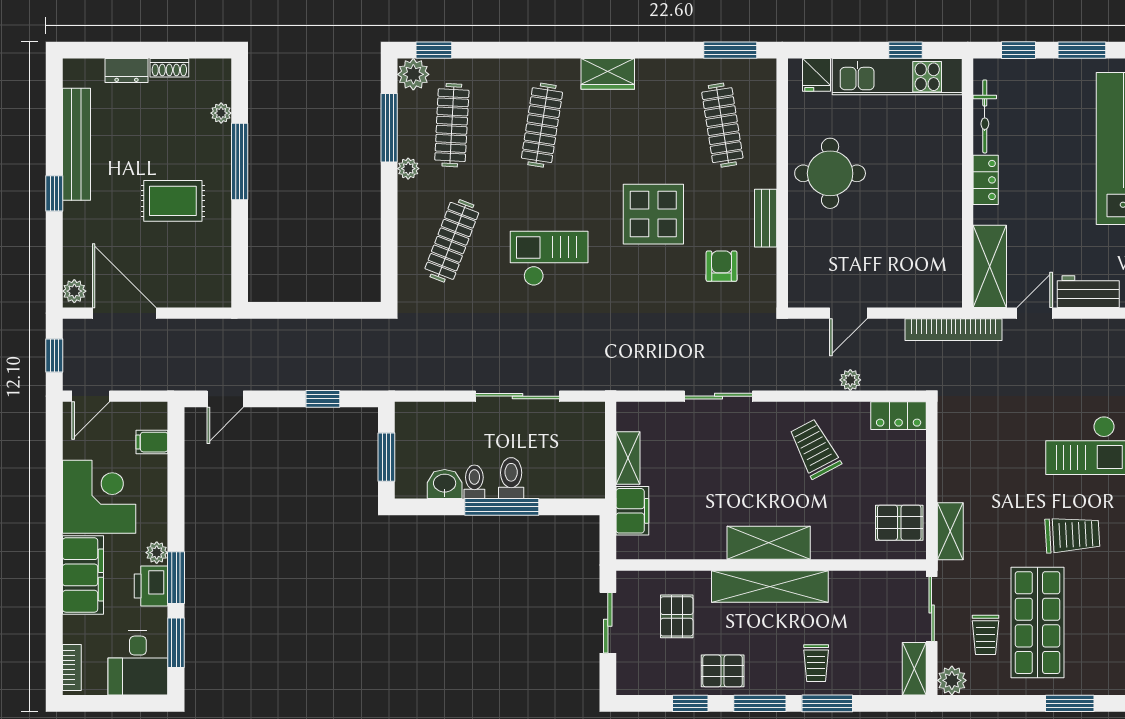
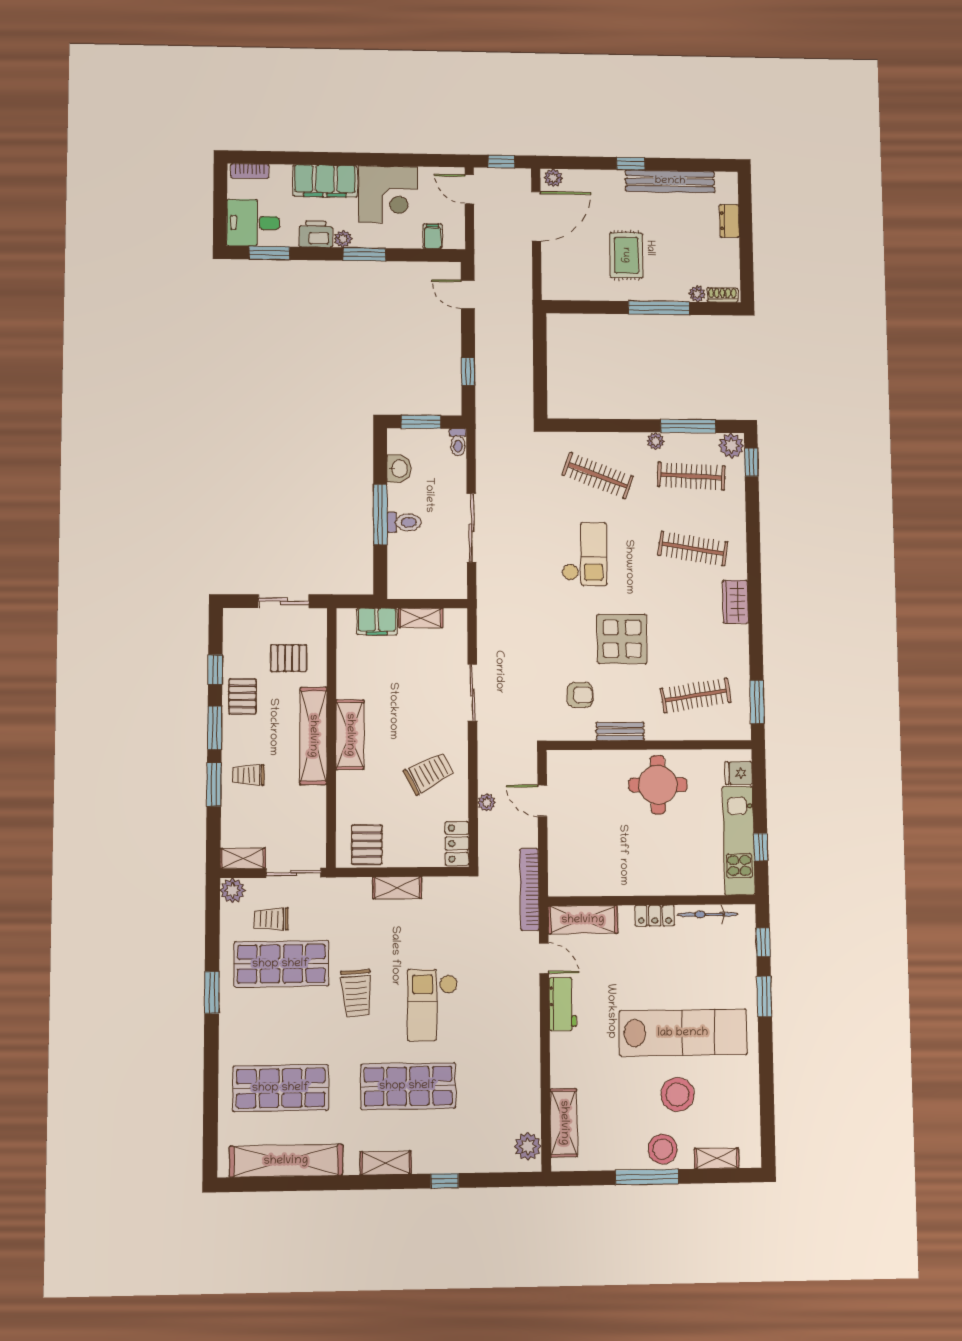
shoe rack: (169, 68) -> (722, 295), moved, turned 90
toilet: (474, 482) -> (458, 442), moved, turned 90
shelving: (950, 531) -> (397, 888), moved
window: (176, 578) -> (364, 254), moved

